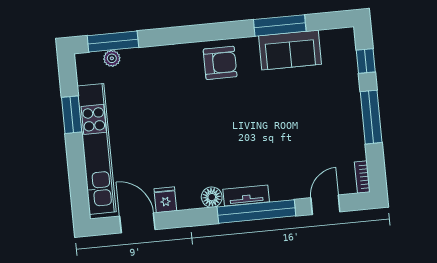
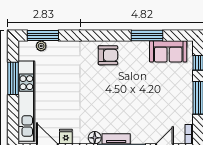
sofa: (290, 50) -> (168, 51), moved
window: (72, 115) -> (13, 78), width x1.44

